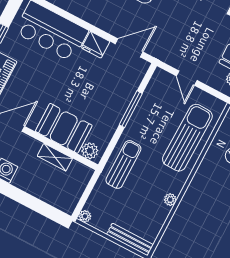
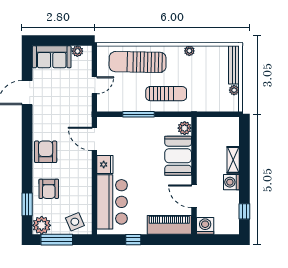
shelving: (55, 157) -> (233, 160), moved
sun lounger: (123, 164) -> (166, 94), moved, turned 180
plant: (85, 216) -> (234, 90), moved

